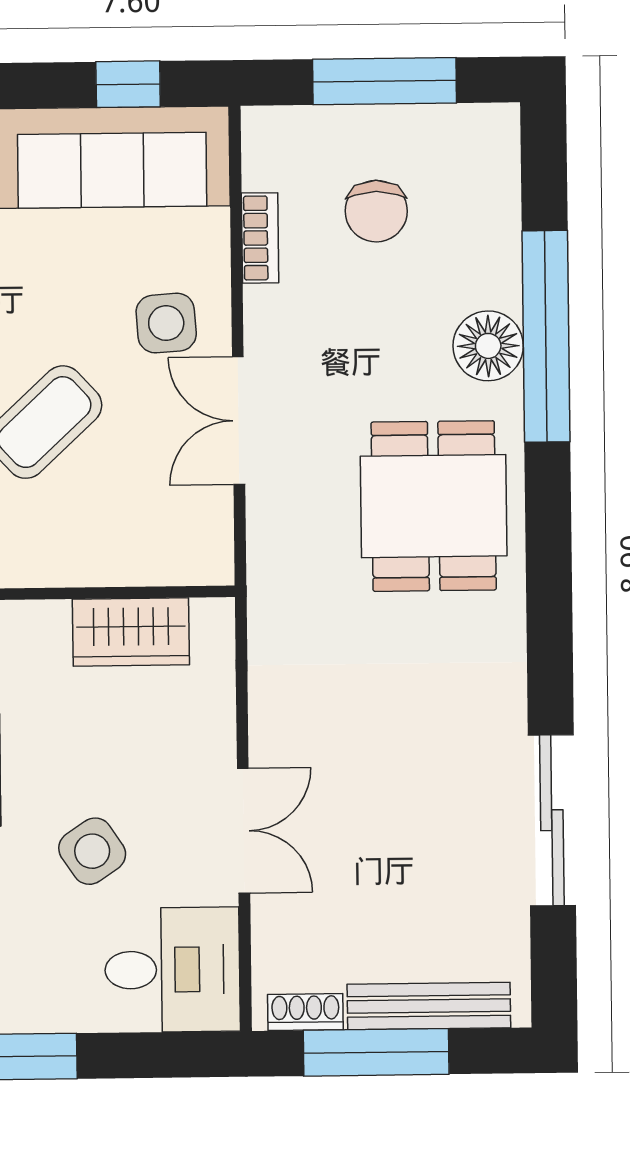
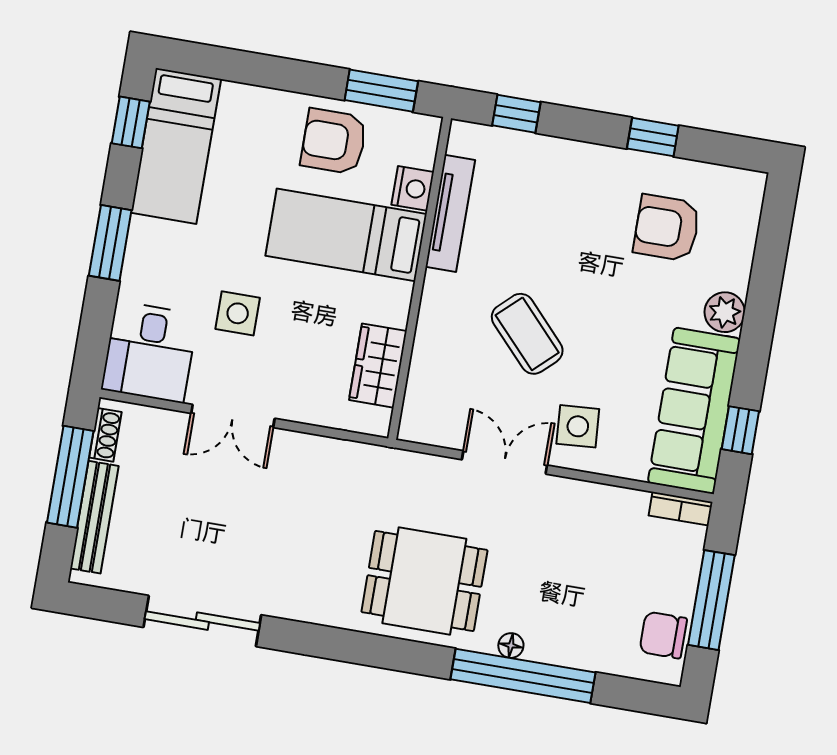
chair: (376, 211) -> (663, 635), moved
bookcase: (260, 238) -> (681, 509), moved
floor lamp: (488, 346) -> (511, 646), width x0.53, depth x0.53
side table: (92, 851) -> (238, 313), turned 34

